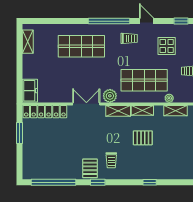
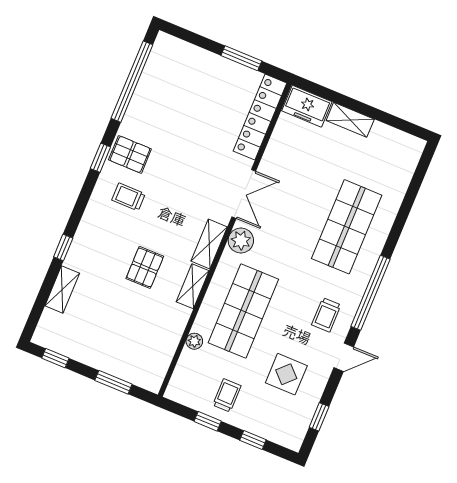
shelving: (28, 42) -> (350, 120), moved
shelving: (175, 111) -> (62, 290), moved

